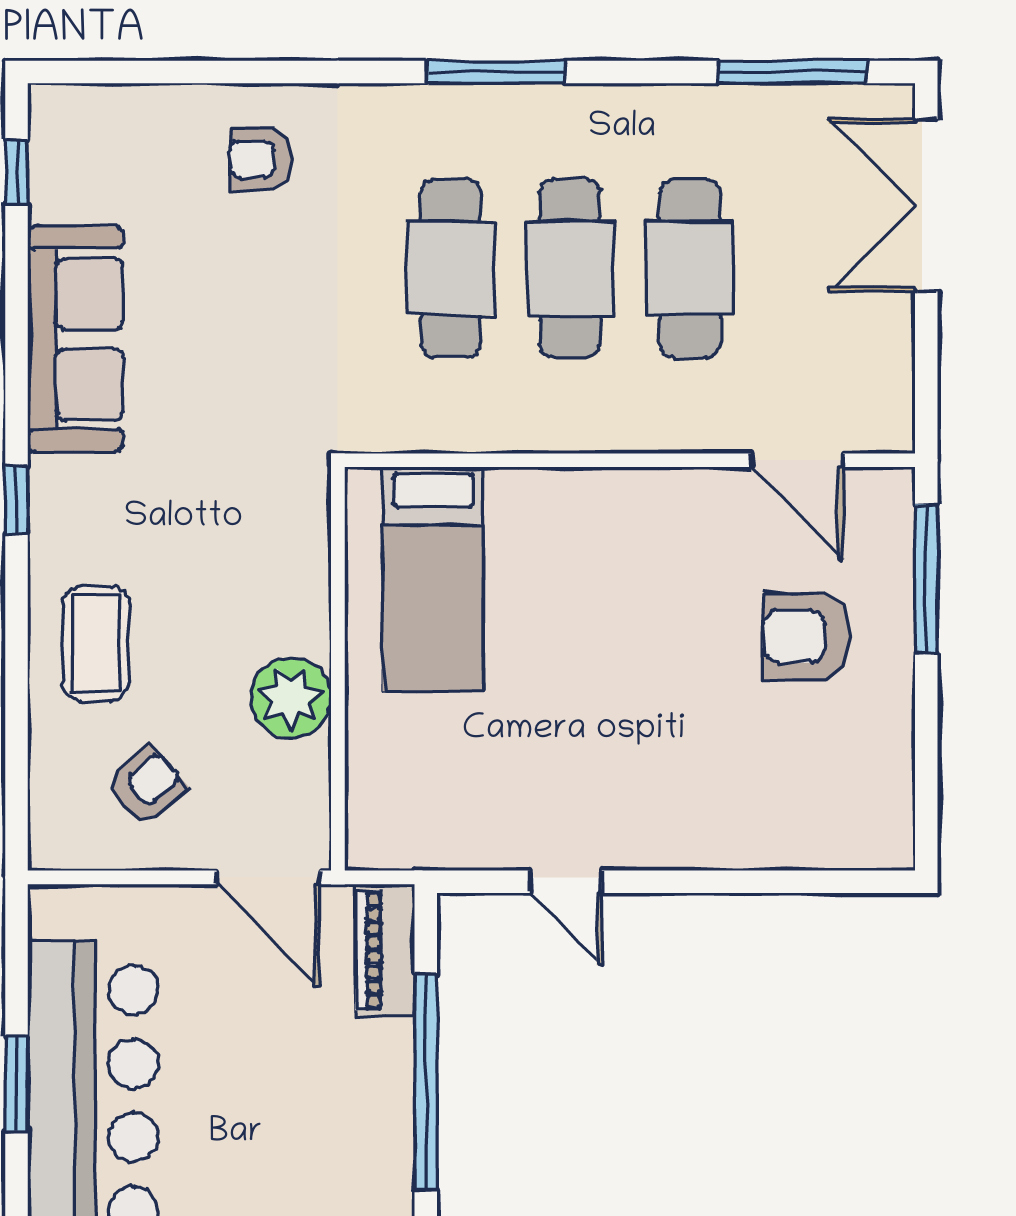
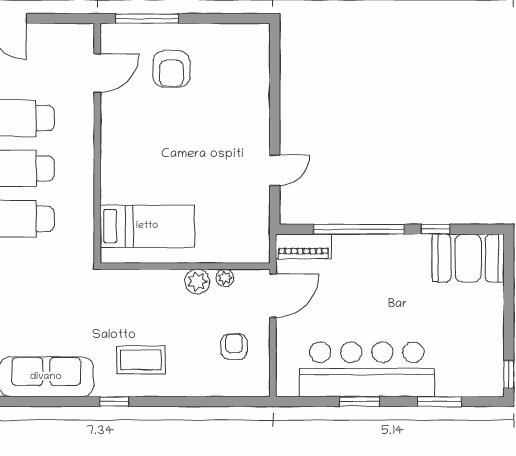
coffee table: (96, 643) -> (141, 360), moved
plant: (291, 698) -> (197, 281), width x0.73, depth x0.73
plant: (310, 764) -> (225, 278), added
armchair: (147, 785) -> (234, 347), turned 41

